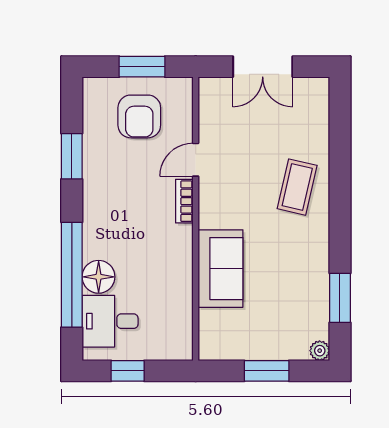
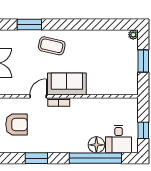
door: (196, 160) -> (38, 96), swing flipped
sofa: (221, 269) -> (67, 84), moved
window: (340, 298) -> (29, 24), moved

